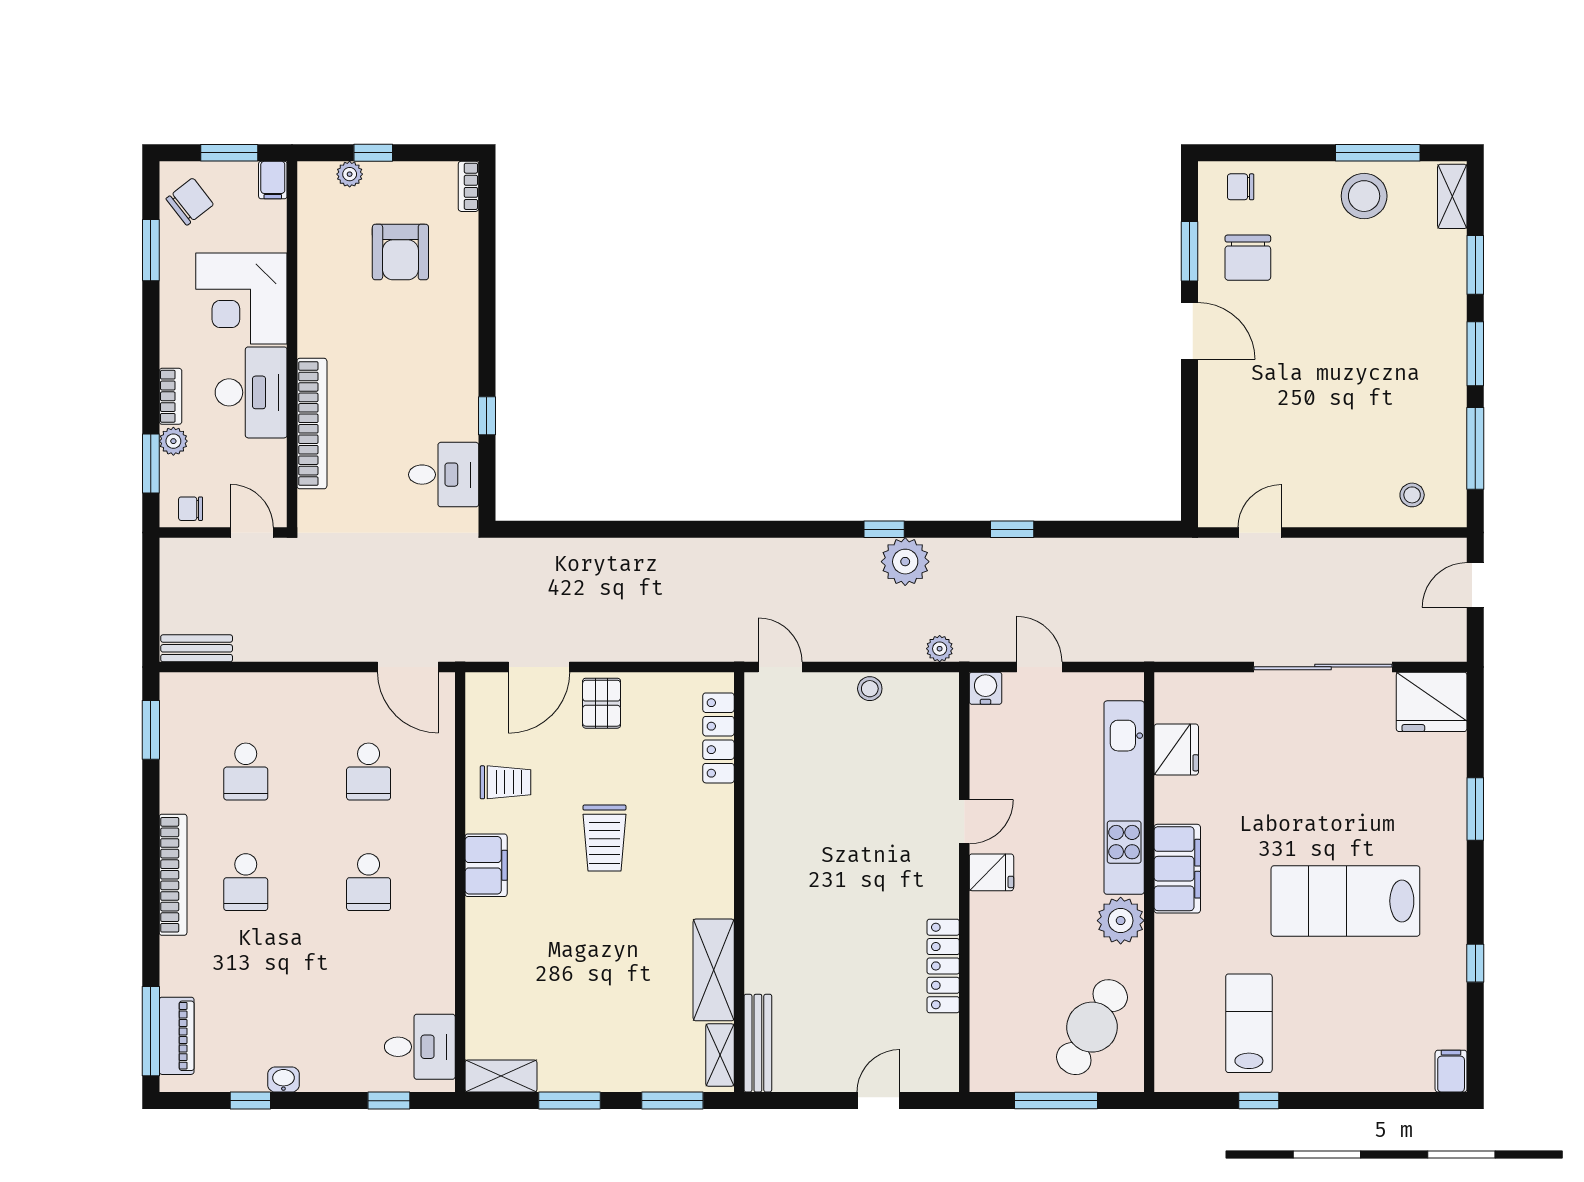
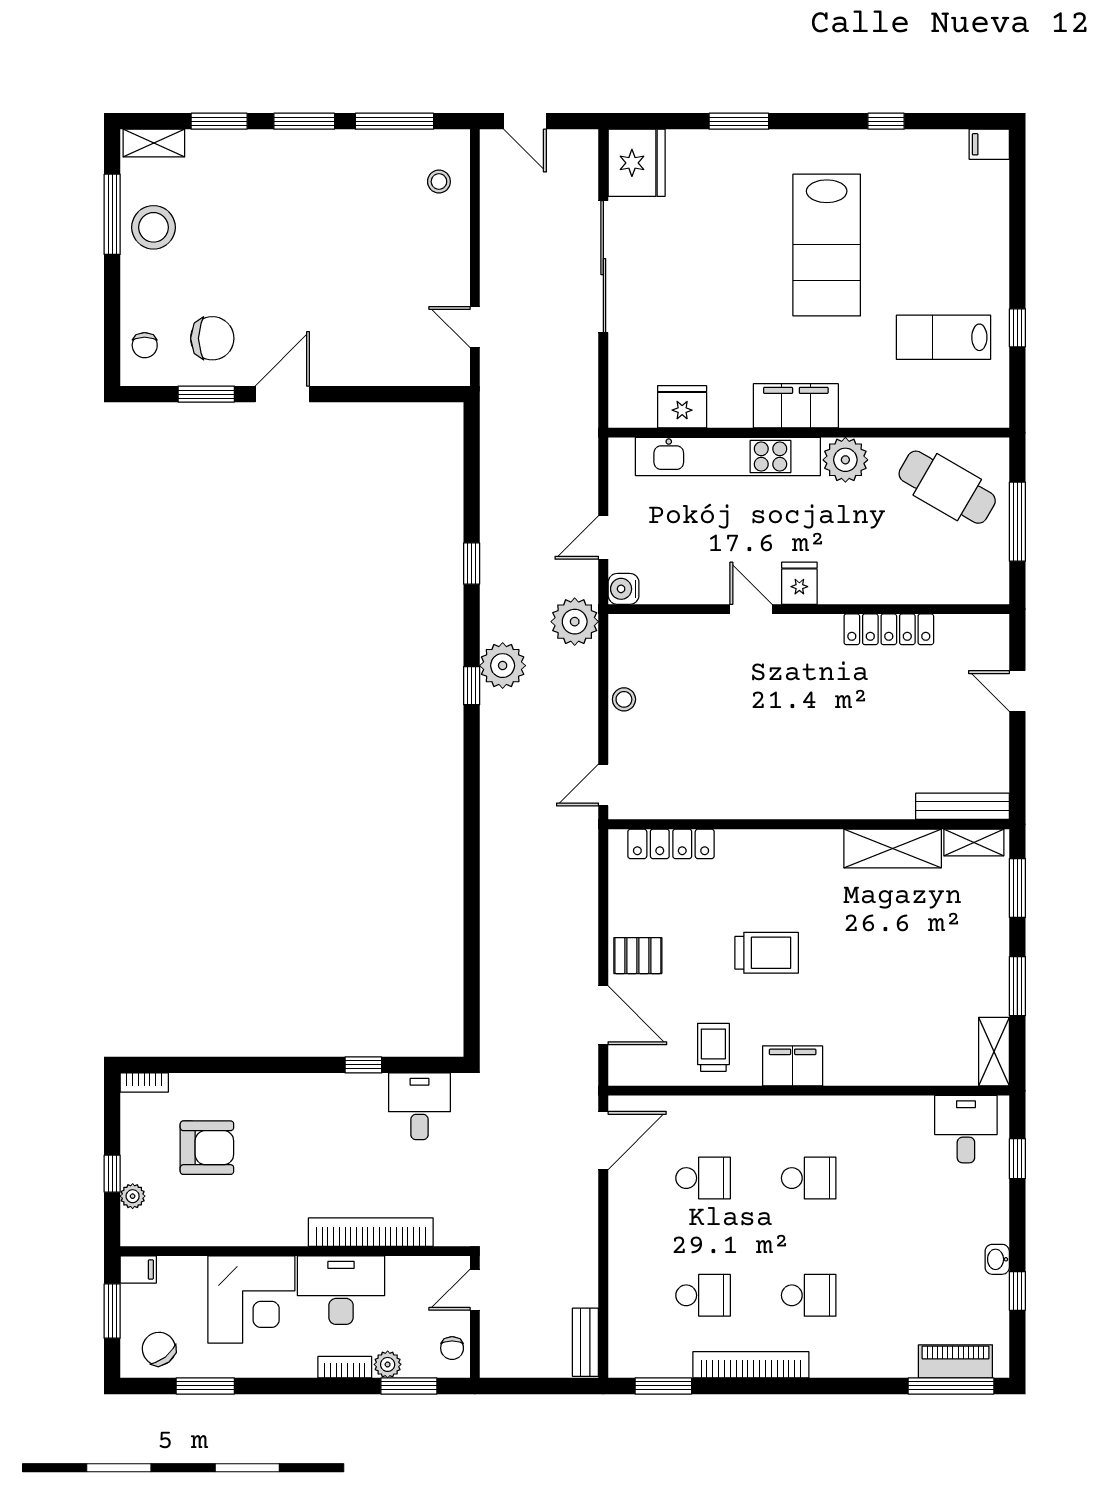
plant: (940, 649) -> (575, 622), width x1.88, depth x1.88
bookcase: (173, 875) -> (751, 1365), moved

